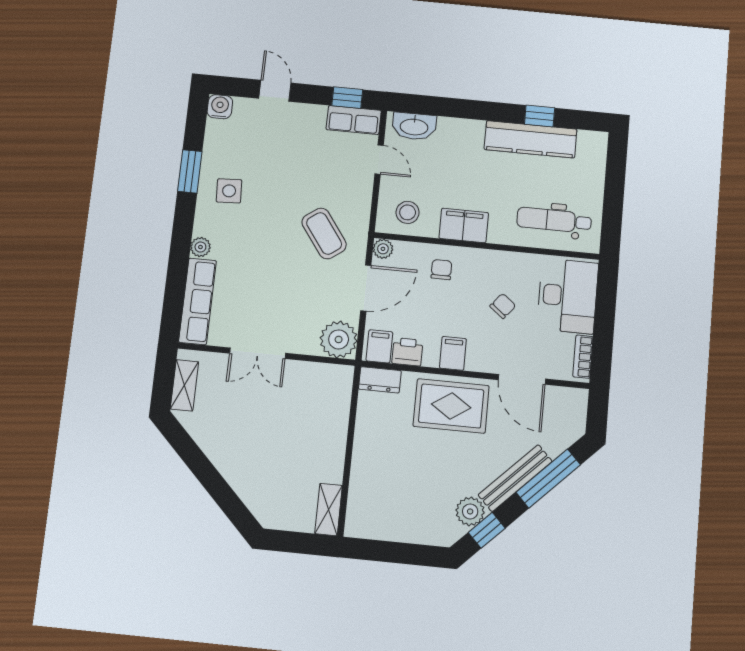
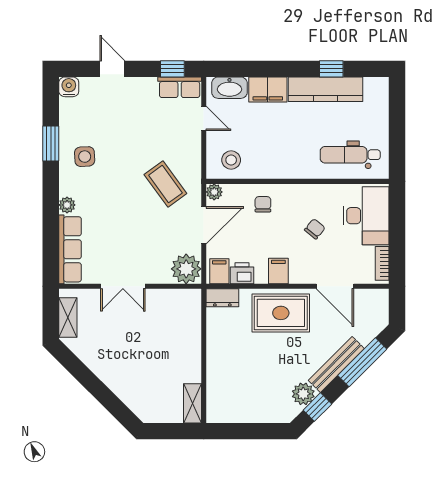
filing cabinet: (464, 225) -> (268, 90), moved, turned 180

